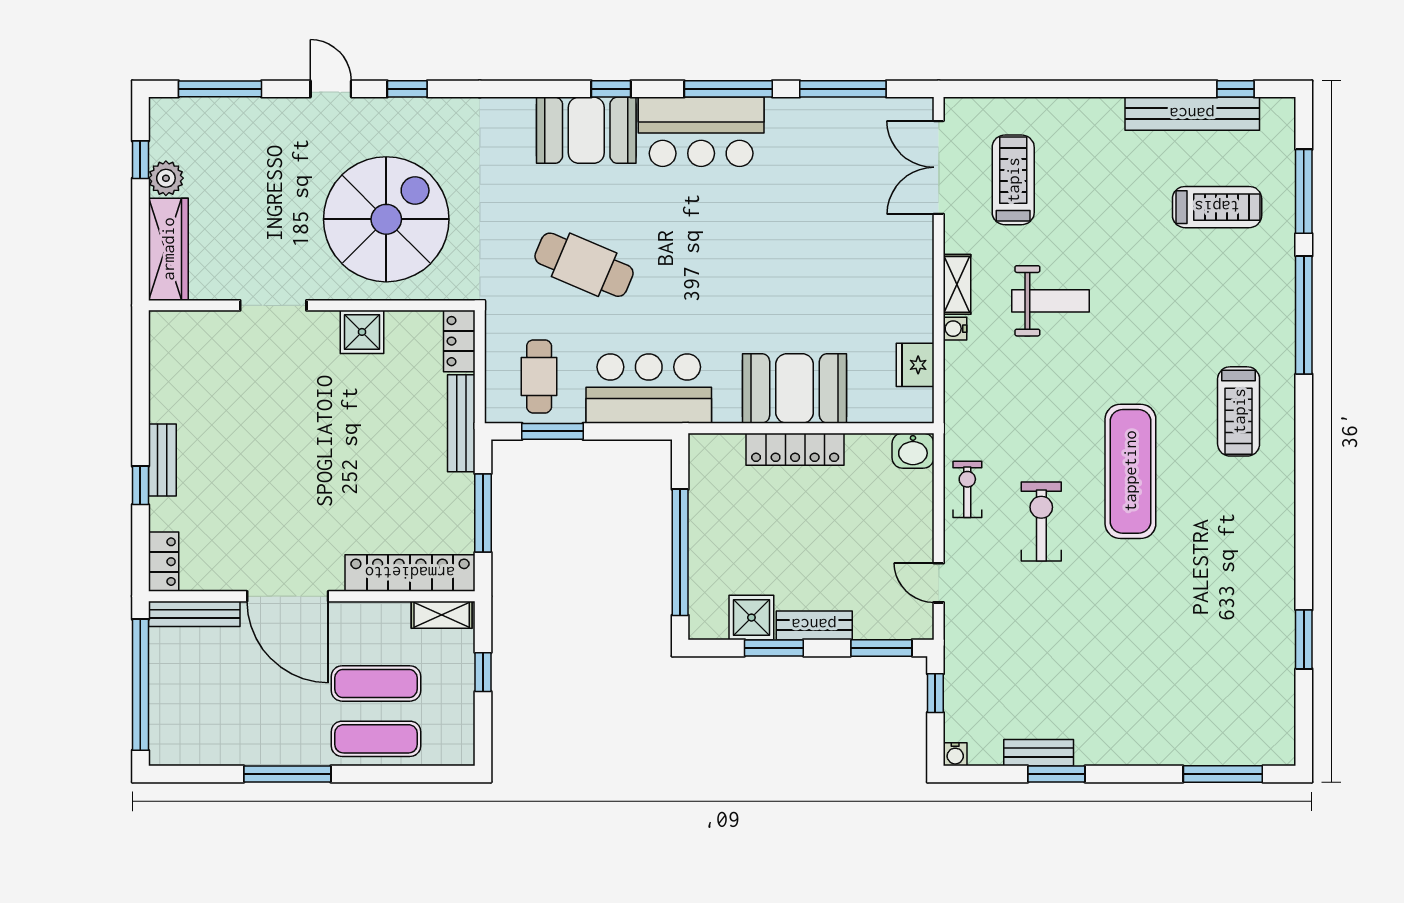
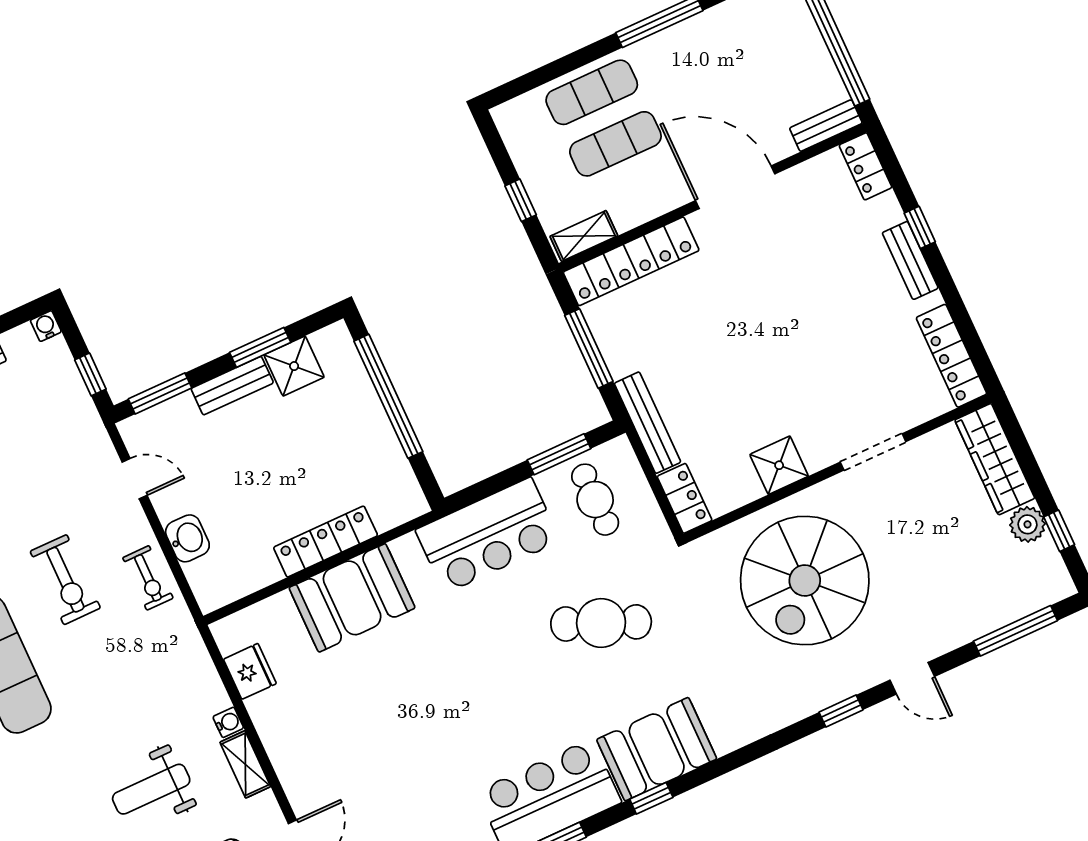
locker: (165, 359) -> (951, 356), added
washbasin: (913, 451) -> (187, 538), moved, turned 90
bench: (194, 614) -> (826, 126), width x0.73

